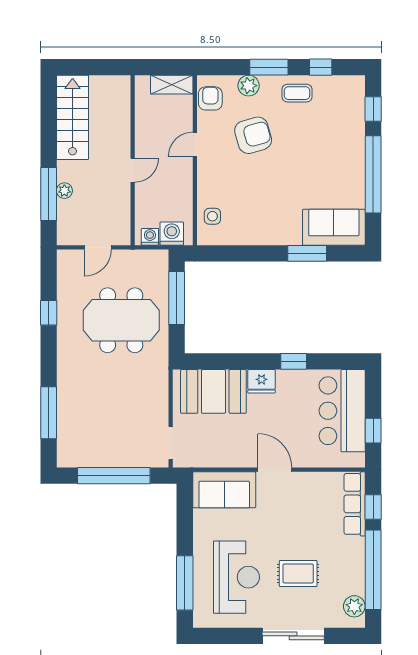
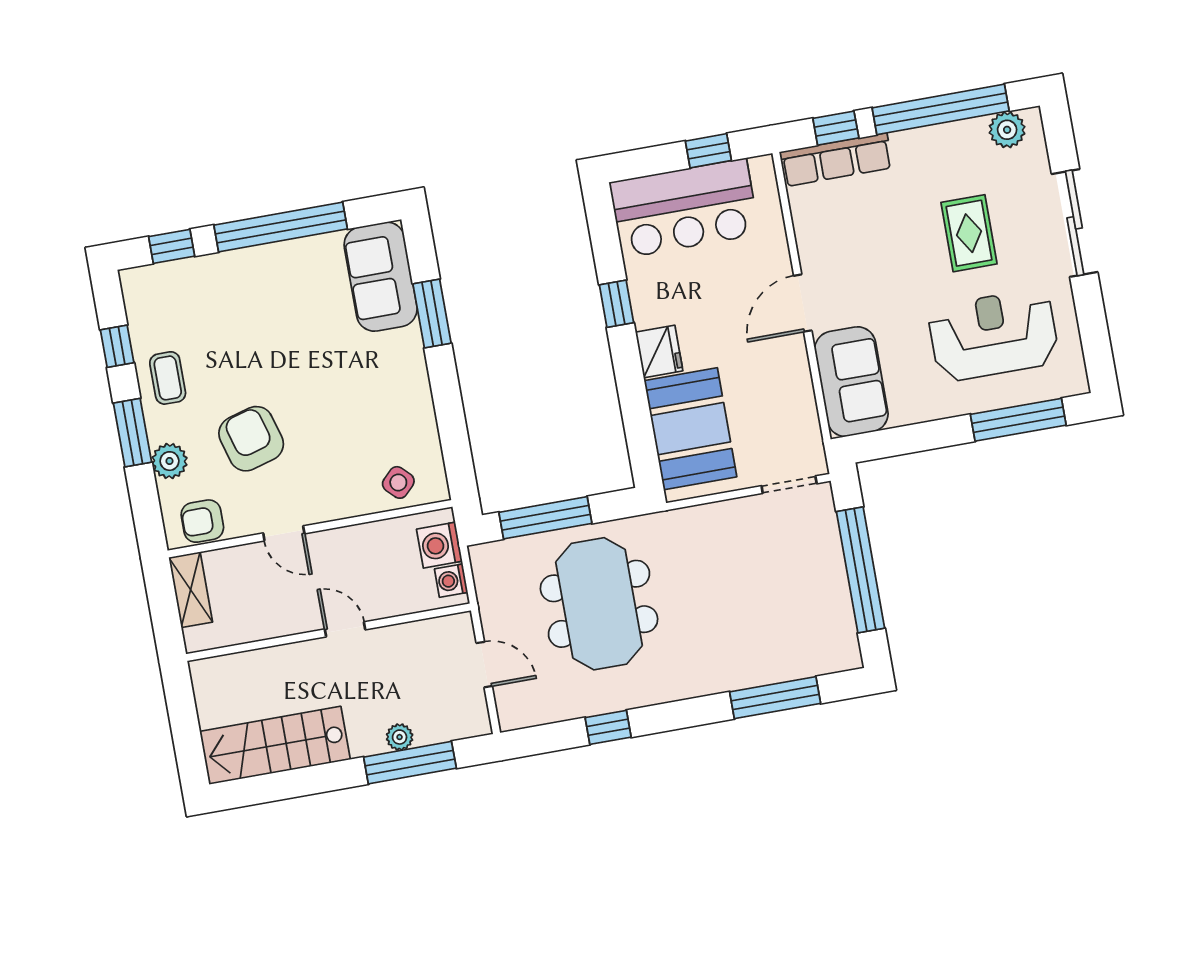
side table: (212, 216) -> (398, 482), turned 45

